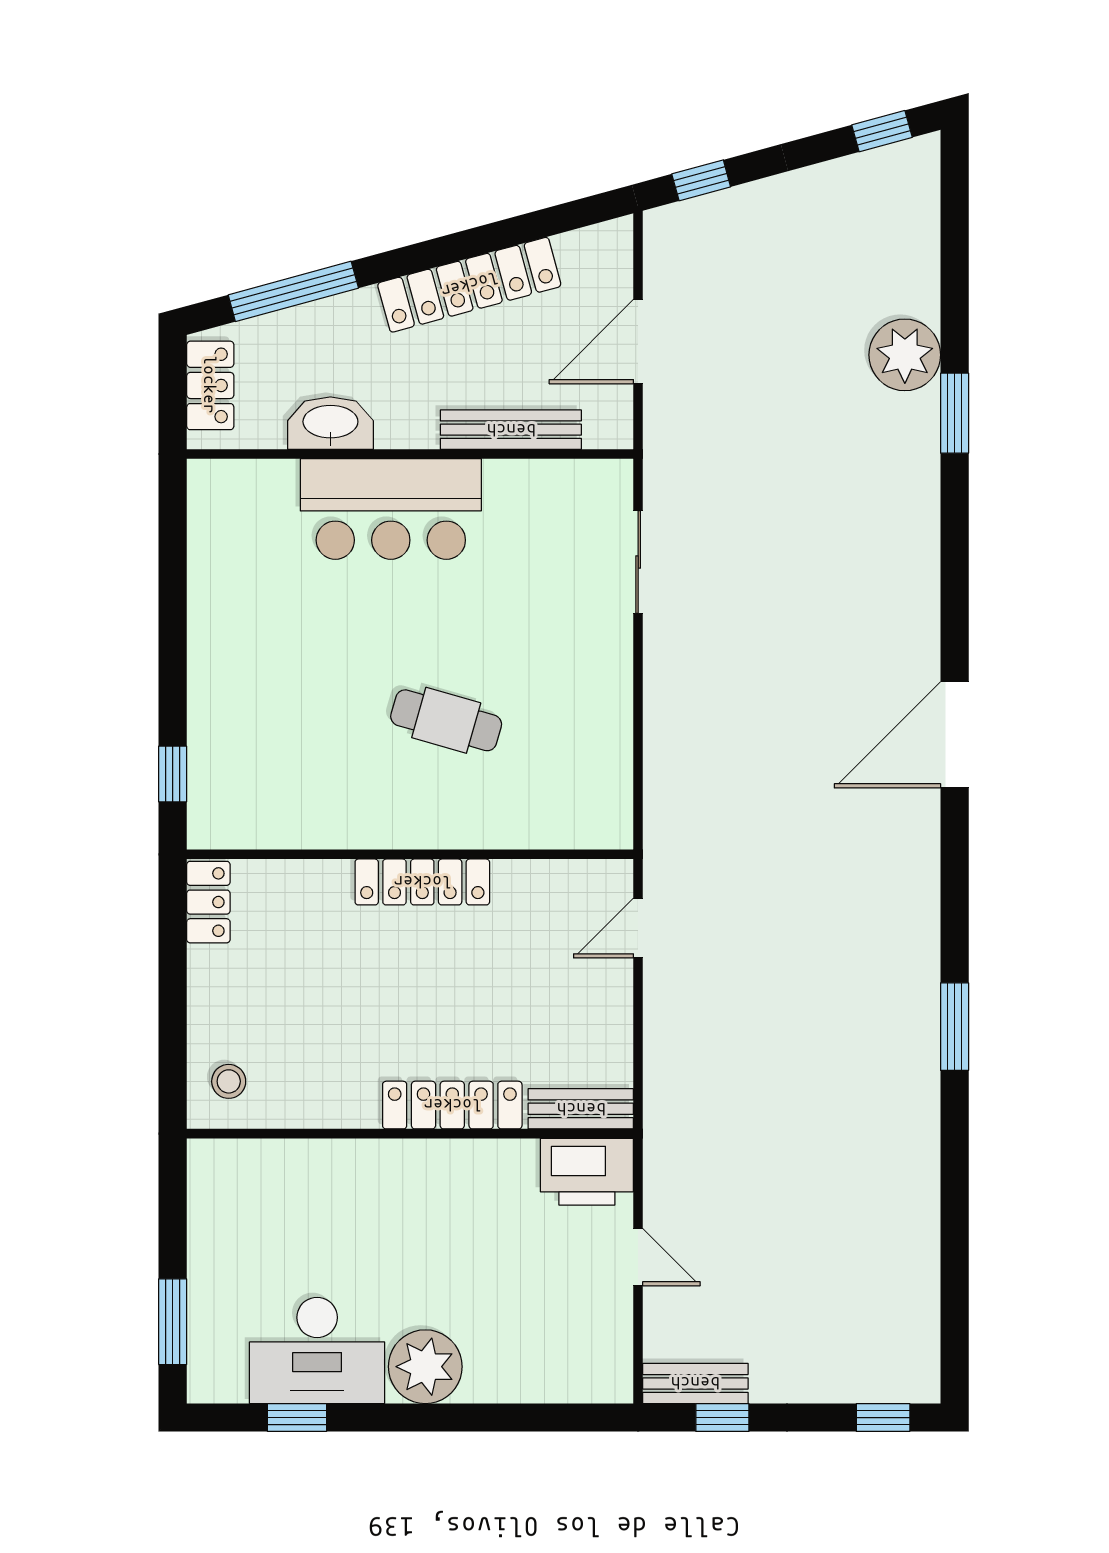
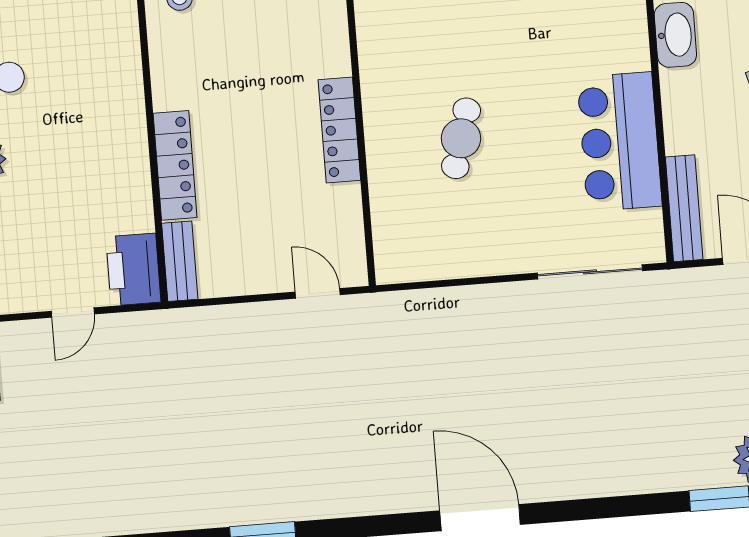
bench: (511, 430) -> (684, 208), moved
bar counter: (391, 509) -> (620, 142), moved
sliding door: (638, 562) -> (590, 272), width x1.37

